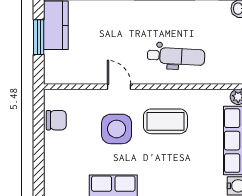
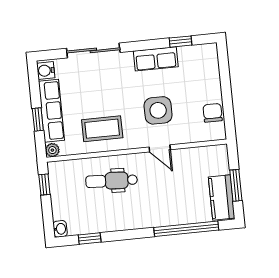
chair: (56, 120) -> (213, 113), turned 90
coffee table: (165, 121) -> (102, 129), moved

